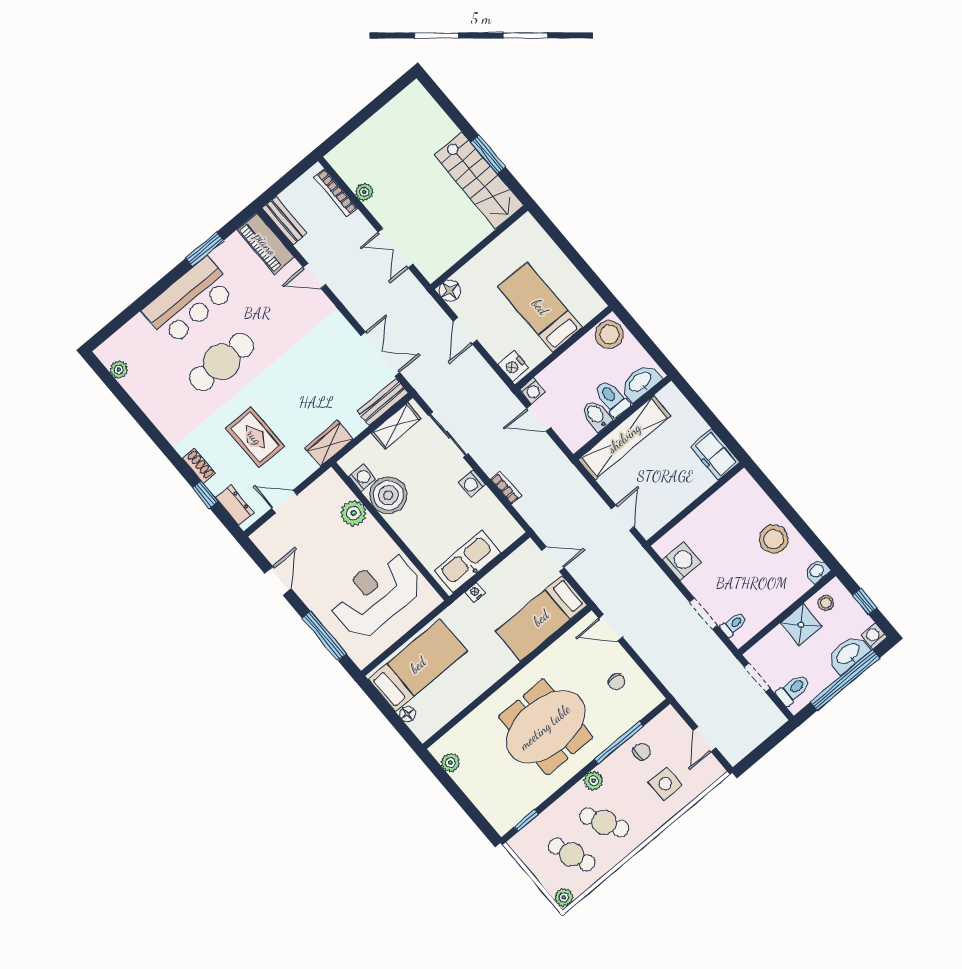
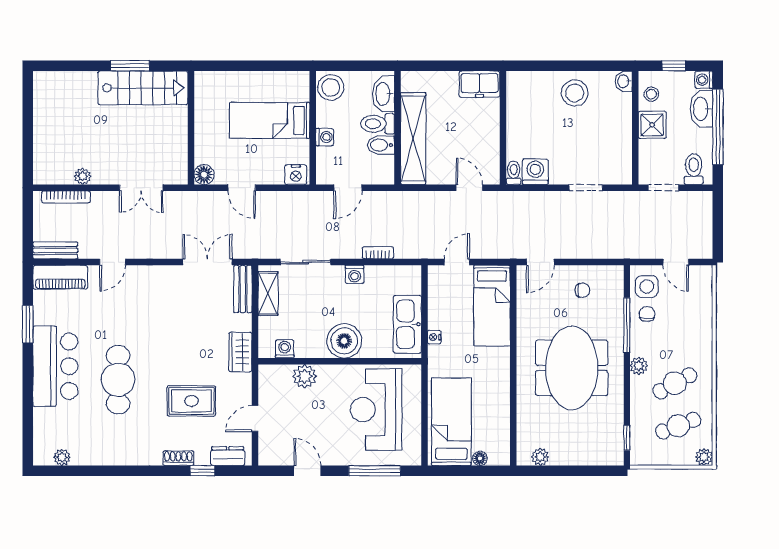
washing machine: (532, 391) -> (325, 137), moved
boiler: (388, 495) -> (344, 341), moved
toilet: (733, 625) -> (514, 173), moved
side table: (665, 784) -> (647, 286), moved

